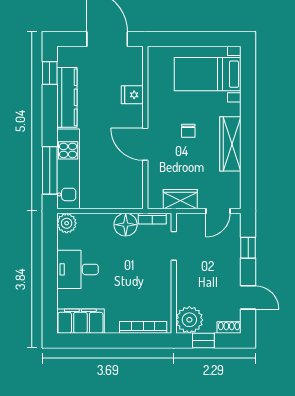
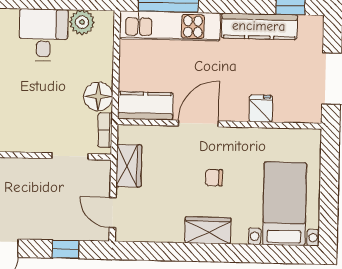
wardrobe: (230, 144) -> (208, 230), width x0.67
kitchen counter: (132, 187) -> (145, 106), added
plant: (67, 223) -> (82, 22), moved

